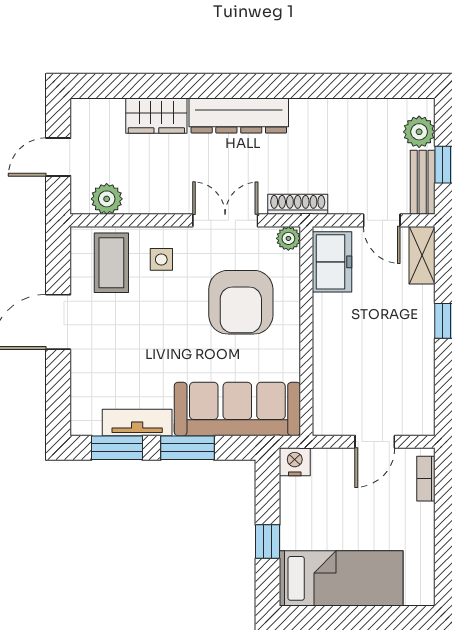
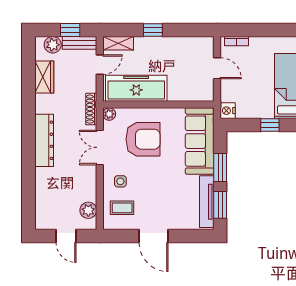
wardrobe: (156, 116) -> (44, 77), moved
freezer: (332, 262) -> (136, 88), width x1.91, depth x1.26
coffee table: (111, 263) -> (122, 208), width x0.73, depth x0.77
tv unit: (137, 422) -> (207, 202), width x1.41

